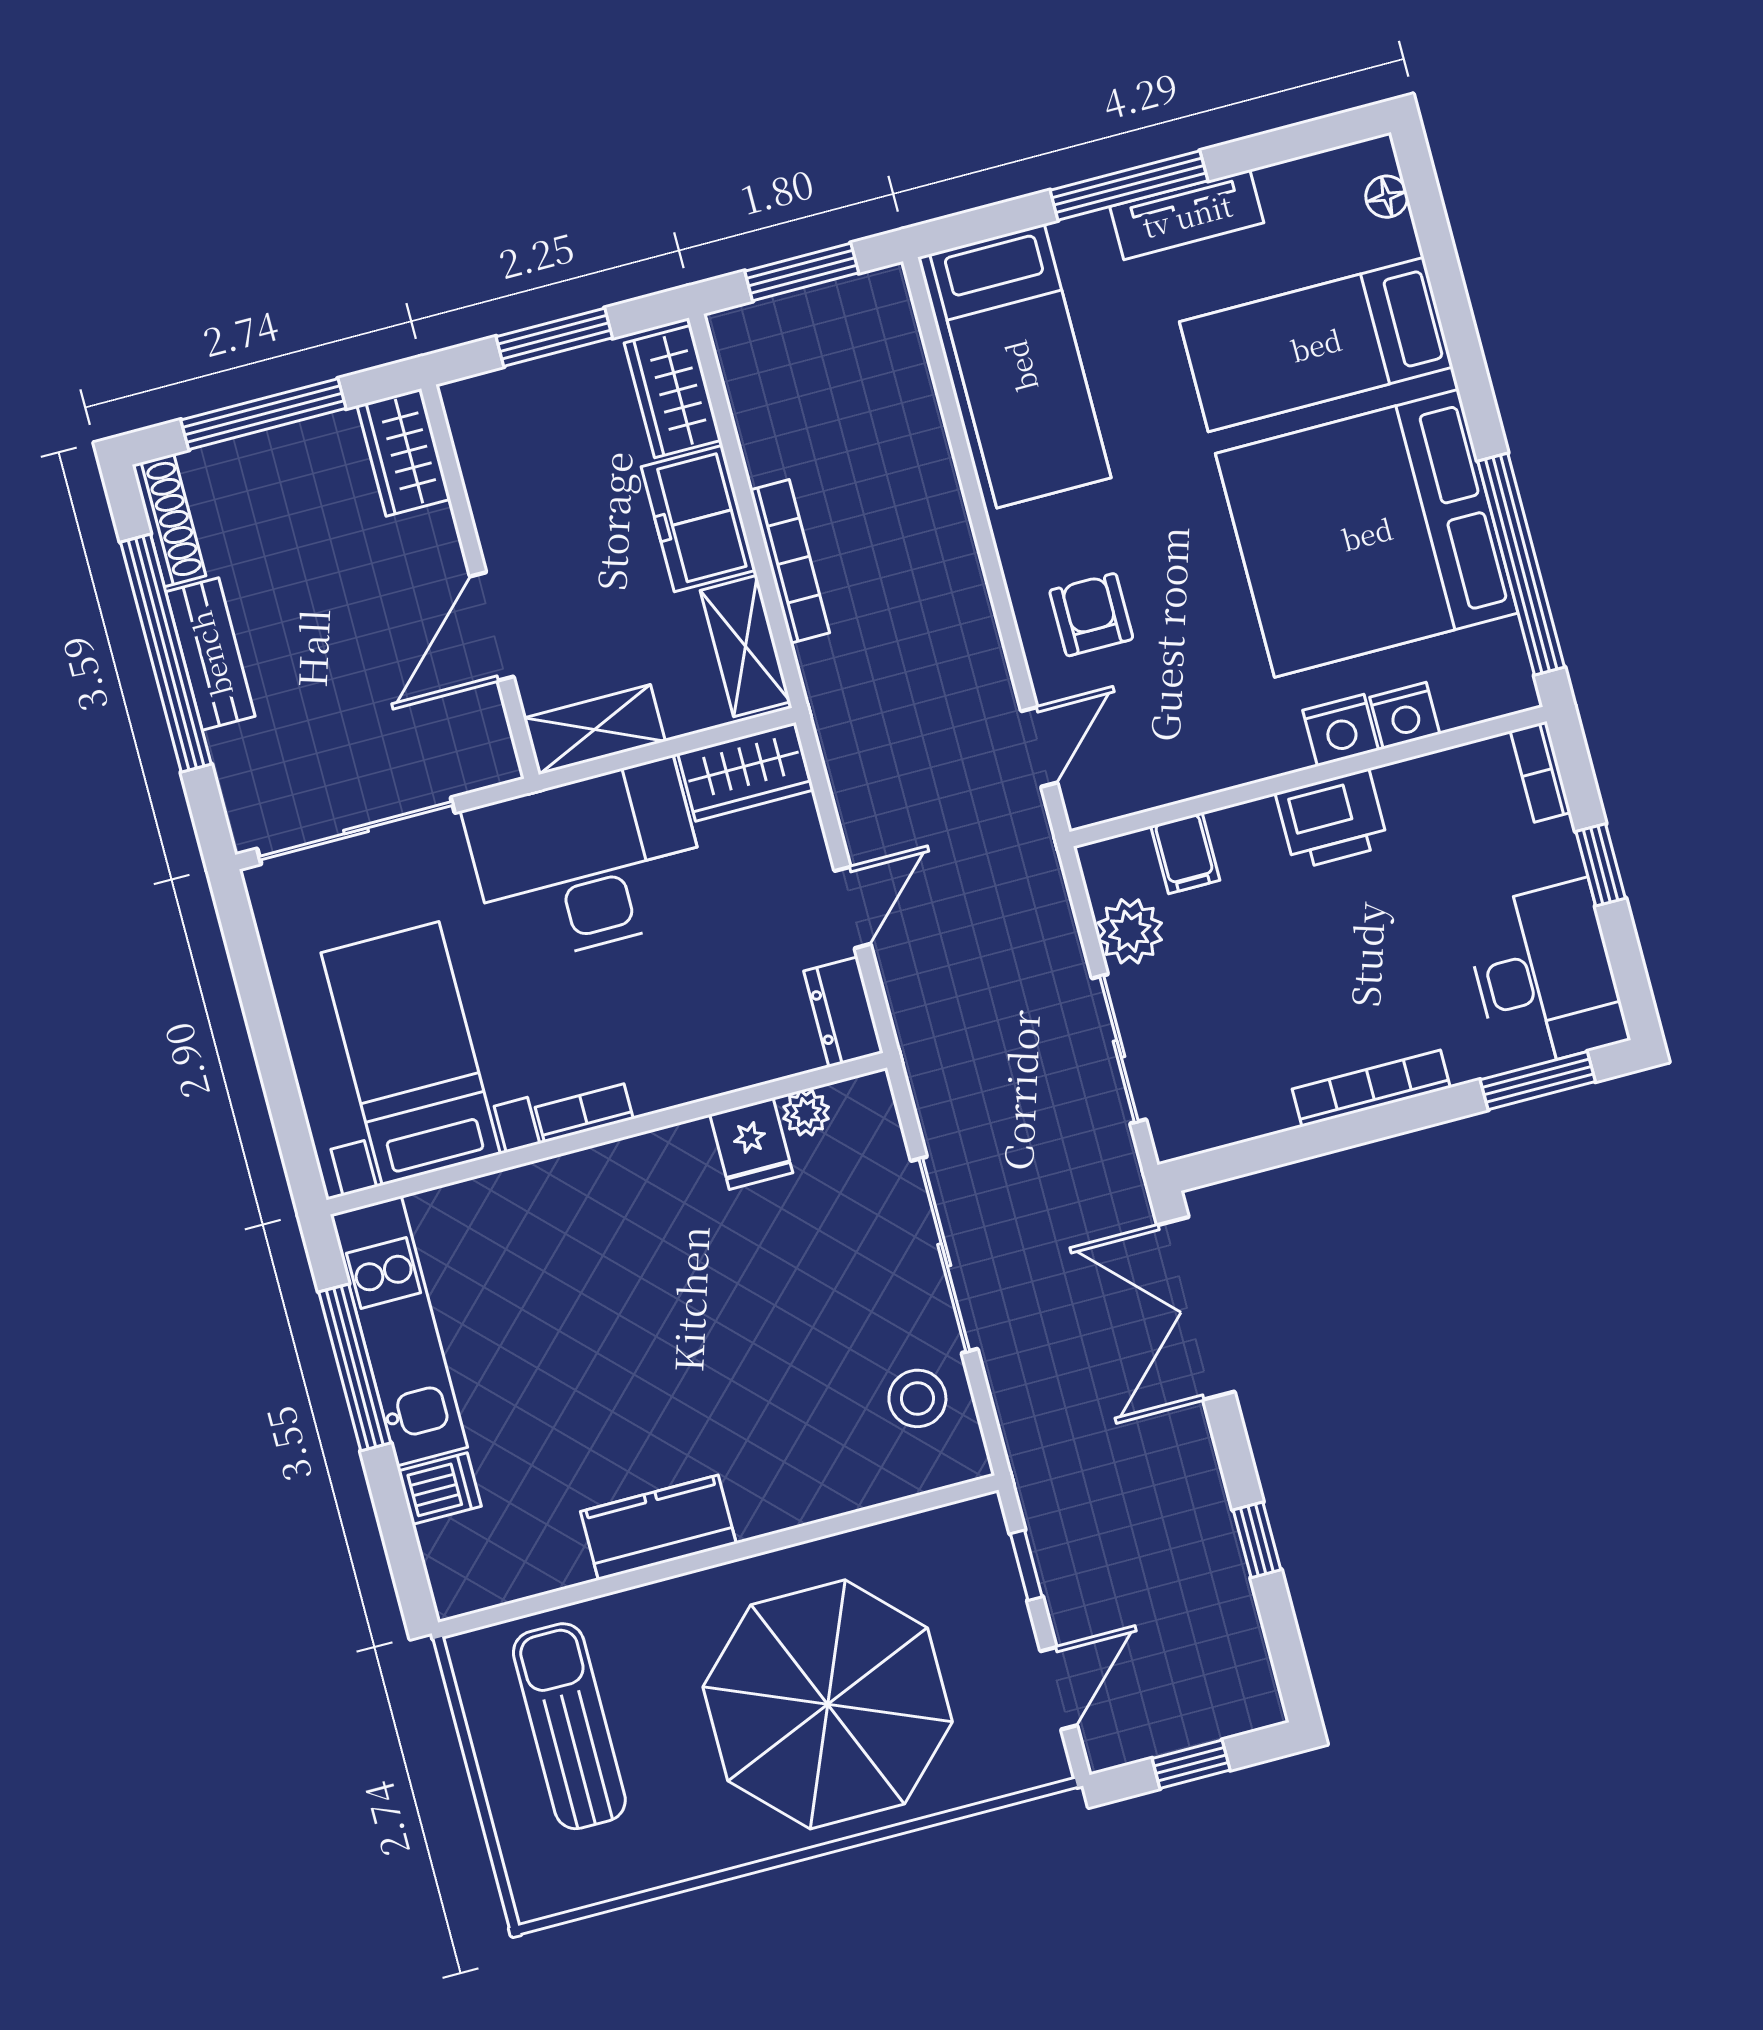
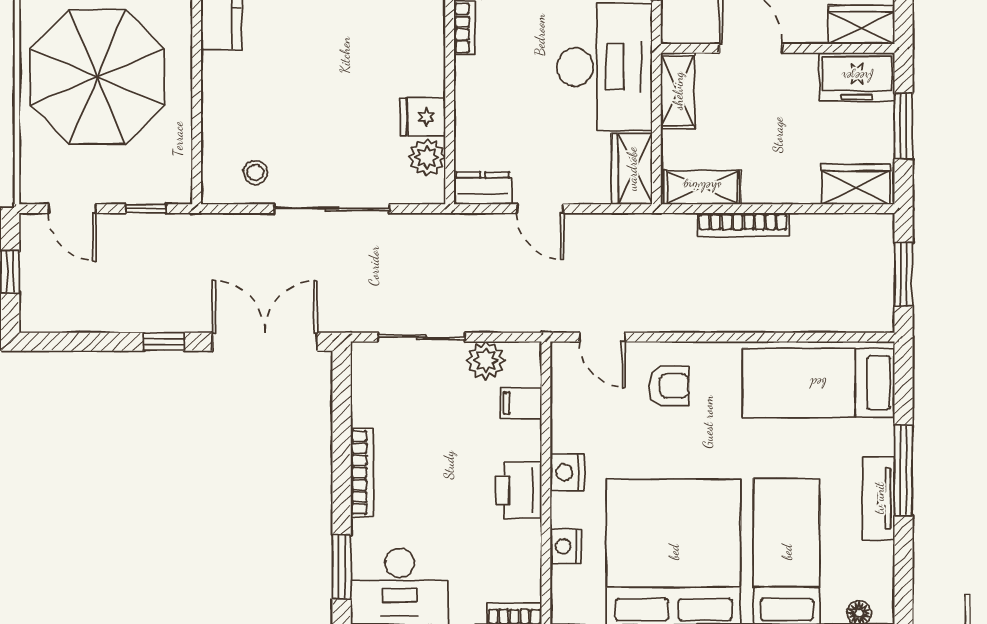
freezer: (699, 519) -> (857, 77), moved, turned 180
nightstand: (1341, 730) -> (567, 472), moved
plant: (806, 1113) -> (427, 157), width x1.38, depth x1.38
stool: (917, 1398) -> (255, 172), width x0.73, depth x0.73
window: (1257, 1540) -> (164, 342), moved

